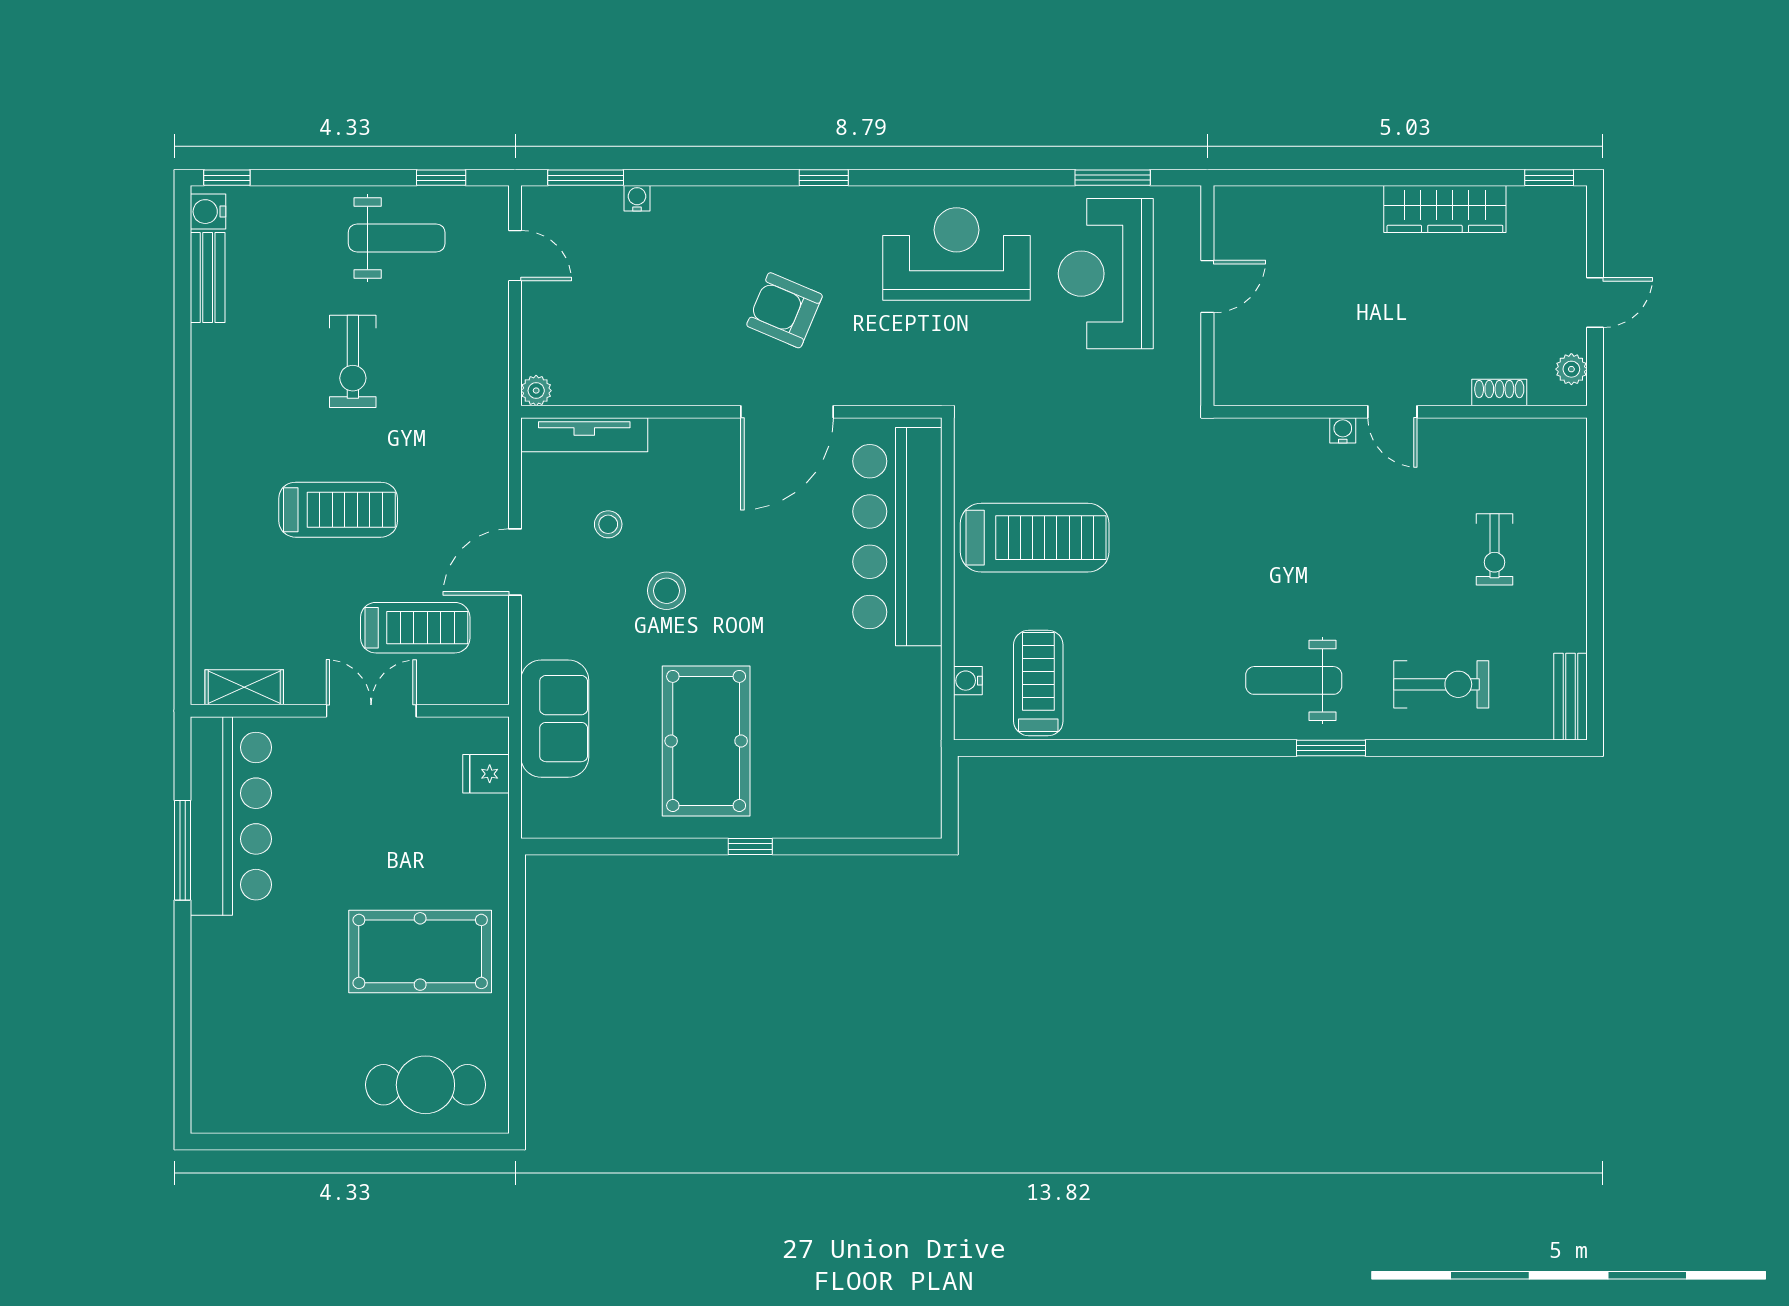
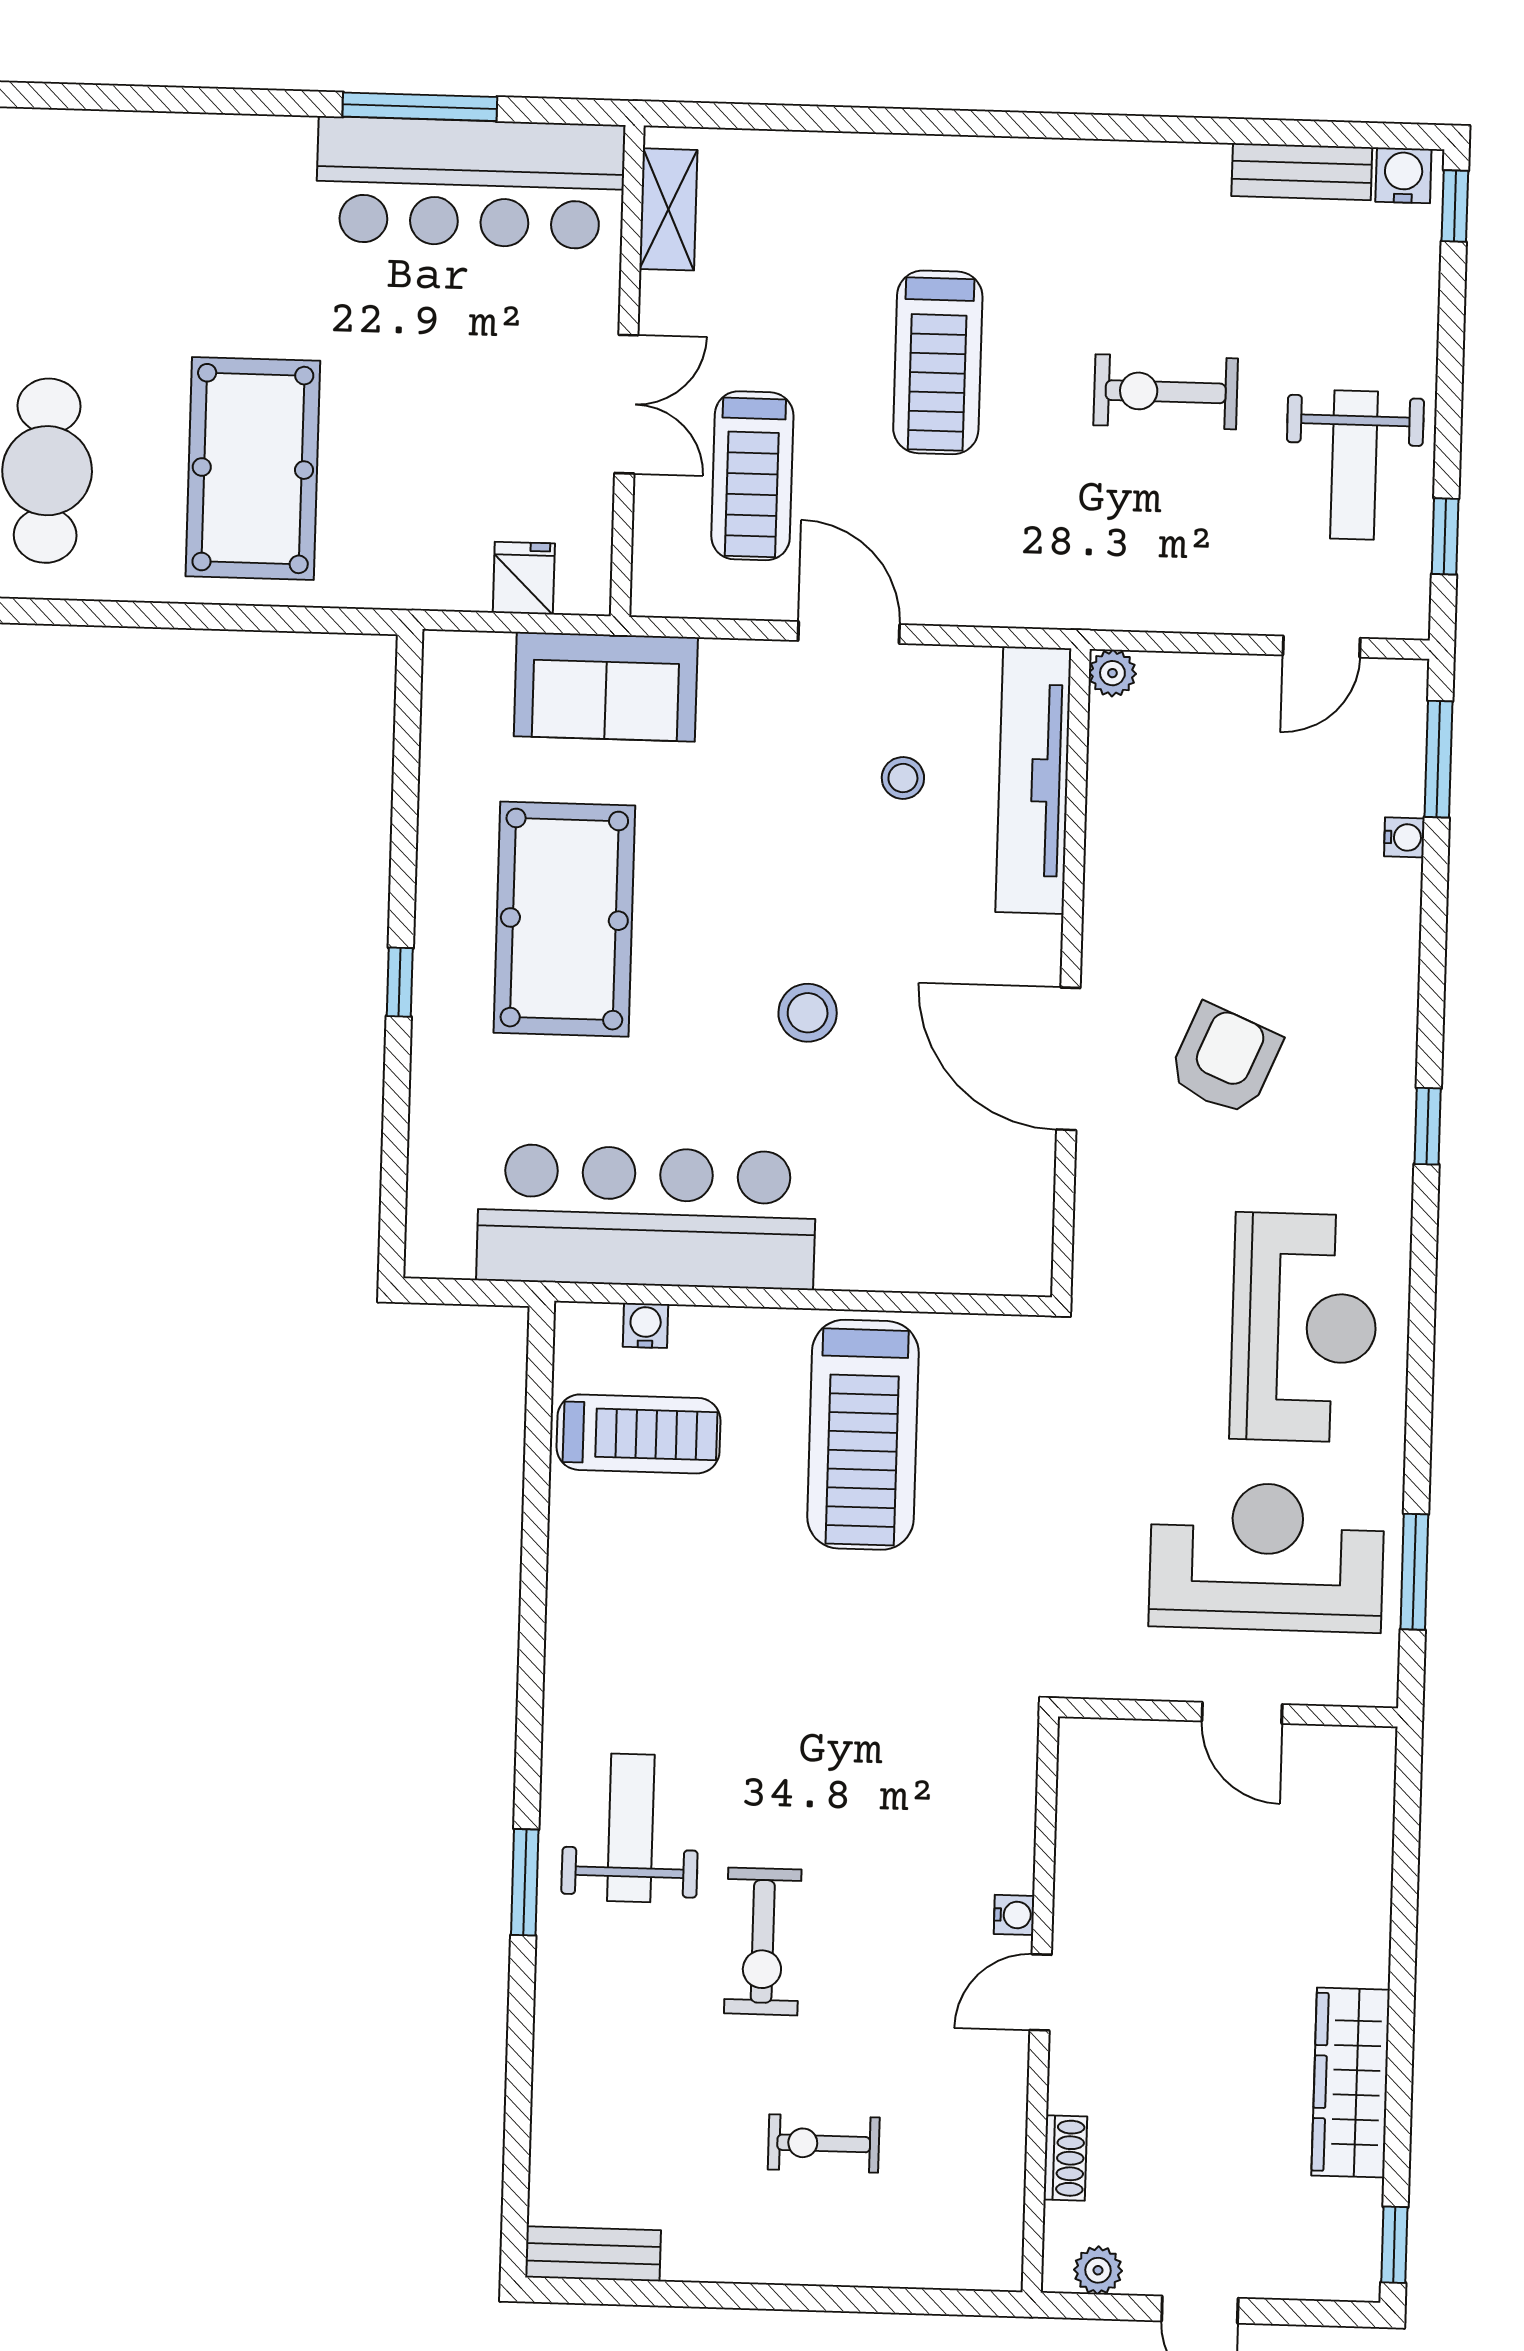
tv unit: (584, 435) -> (1033, 780), width x1.36, depth x1.29
bar counter: (897, 537) -> (647, 1217), moved
stool: (667, 591) -> (808, 1013), moved
exercise bike: (1441, 684) -> (763, 1941), moved
pool table: (706, 741) -> (564, 919), turned 90

